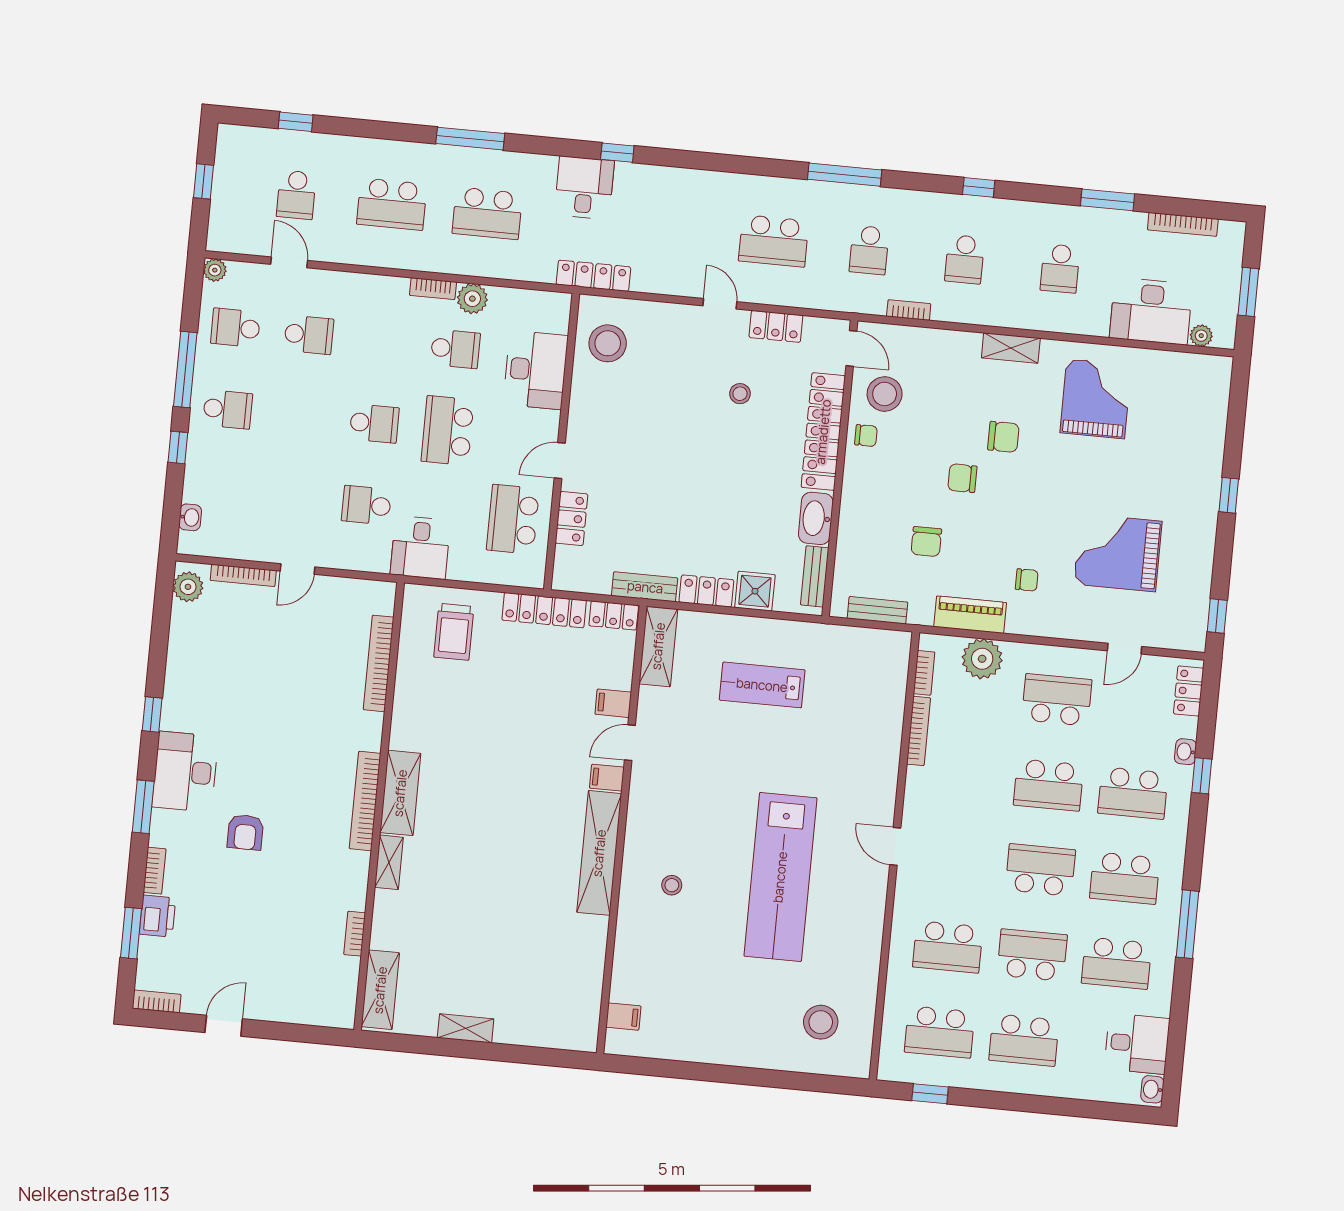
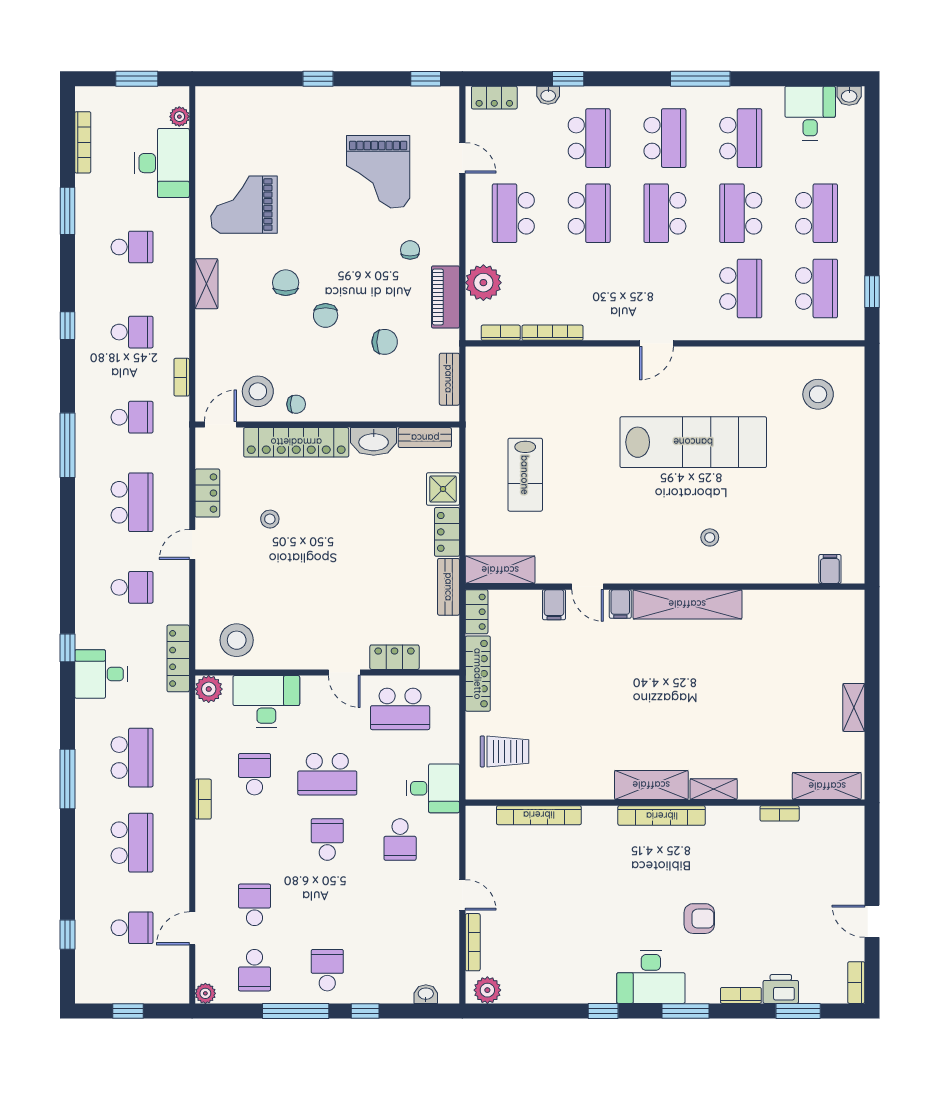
school desk: (678, 232) -> (132, 587), added
plant: (472, 299) -> (209, 689), moved
chair: (866, 436) -> (296, 404), turned 90

